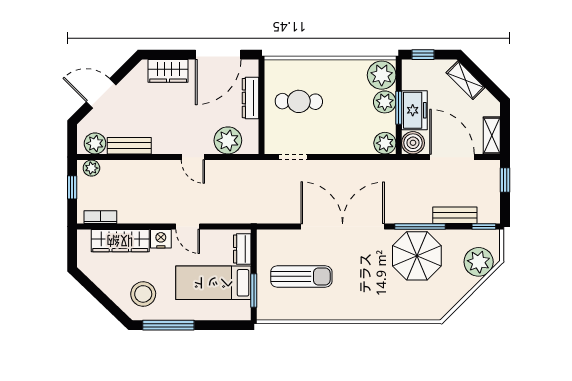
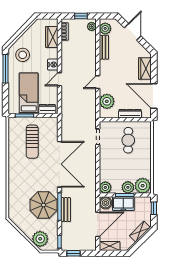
window: (505, 180) -> (74, 253), moved
bench: (455, 215) -> (66, 210), moved
wardrobe: (120, 241) -> (52, 37), width x0.67

